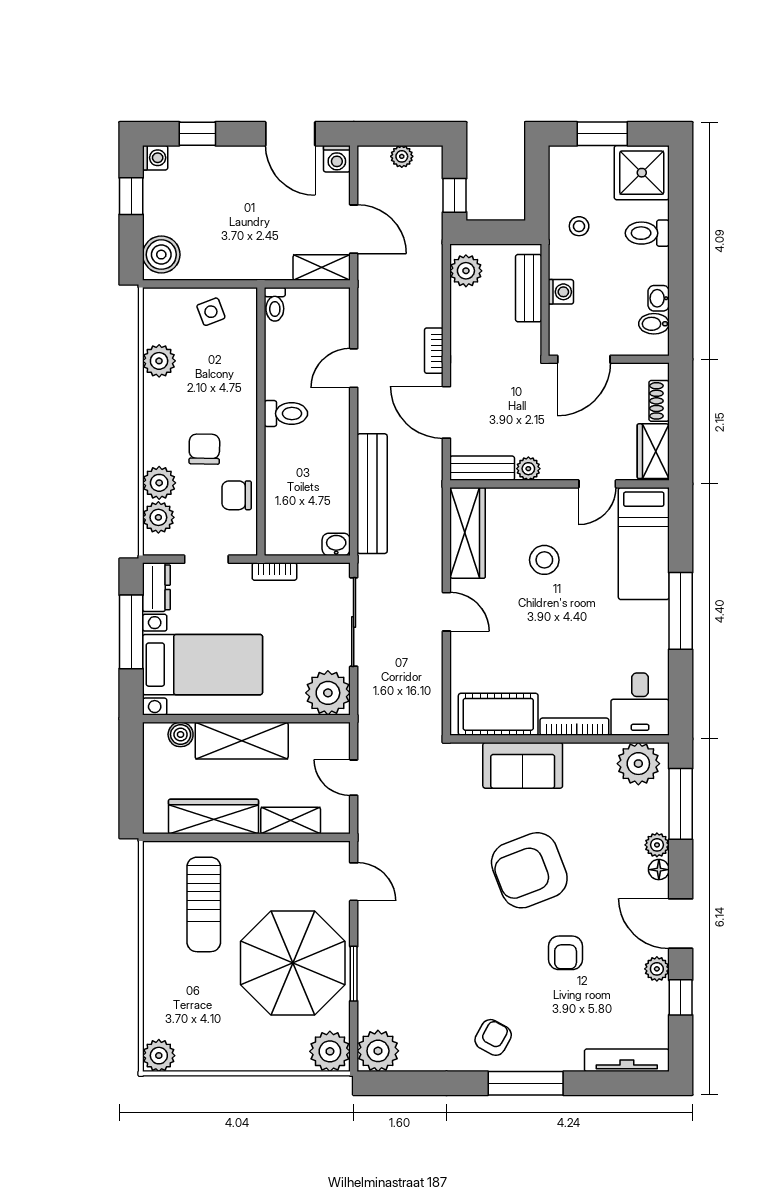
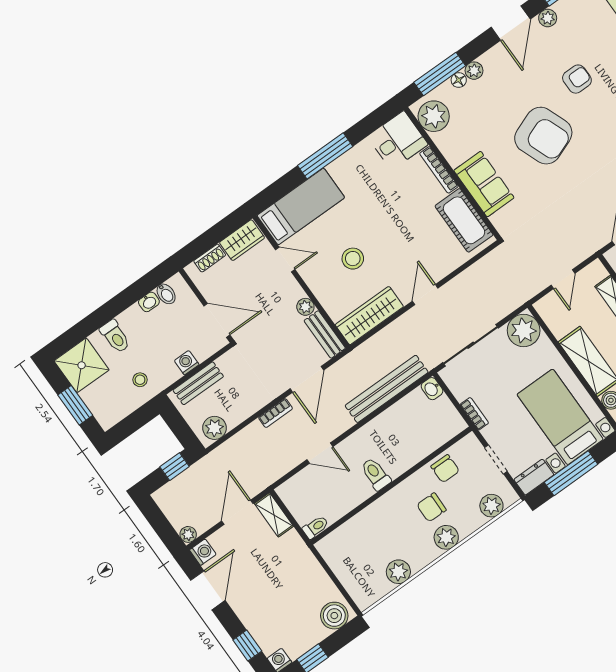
plant: (402, 156) -> (188, 534), moved
side table: (211, 312) -> (347, 562), removed
plant: (159, 483) -> (446, 537), moved
floor lamp: (659, 870) -> (459, 80), moved

